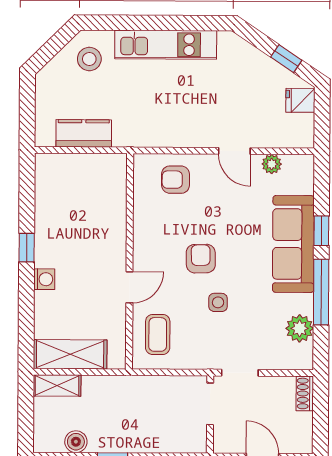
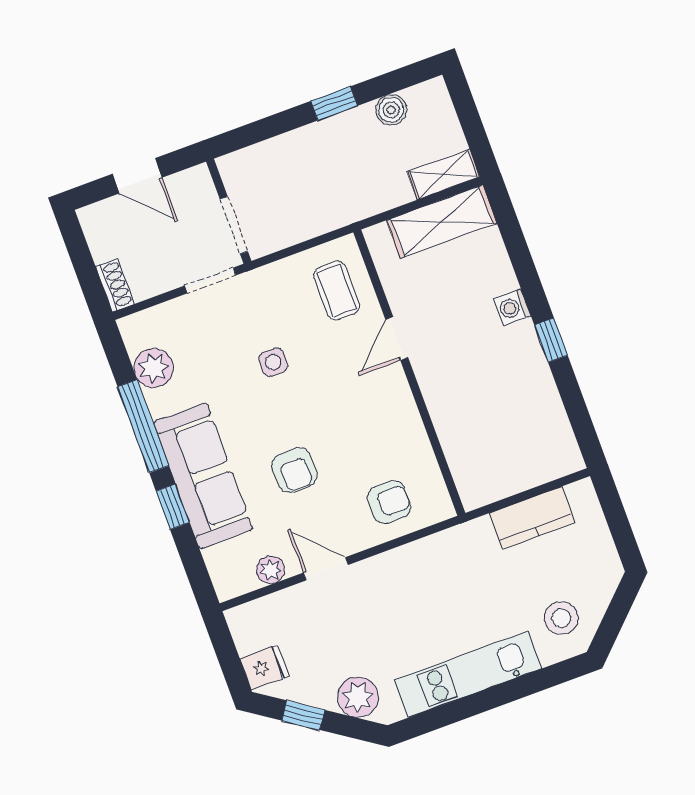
plant: (245, 57) -> (358, 697), added
armchair: (201, 259) -> (294, 470), moved

